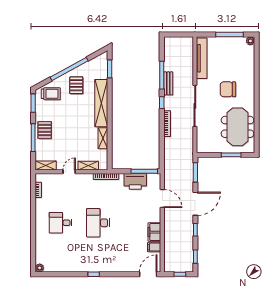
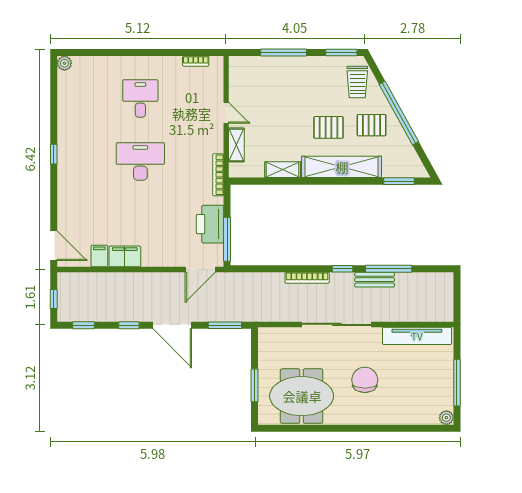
pallet: (45, 130) -> (328, 127), moved
shelving: (46, 166) -> (237, 73), removed
door: (162, 199) -> (200, 270), moved

